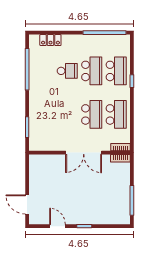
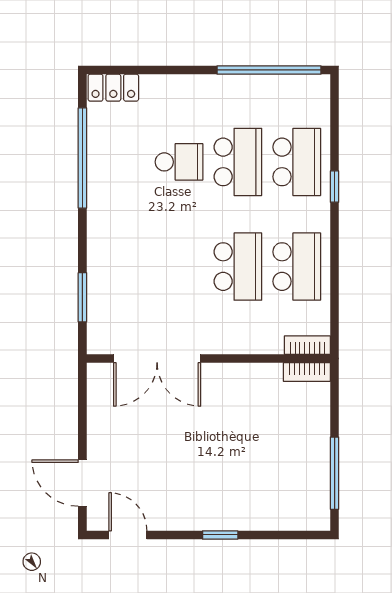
locker: (50, 40) -> (113, 88), moved
double door: (84, 153) -> (157, 359), moved
door: (57, 226) -> (128, 535), moved

